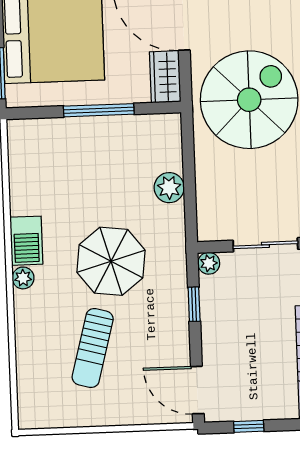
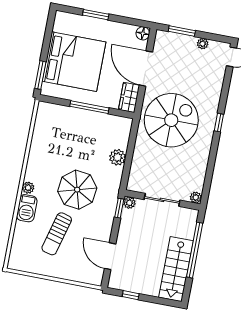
barbecue: (26, 241) -> (27, 208), moved
window: (194, 304) -> (119, 208), moved
door: (197, 390) -> (110, 256), moved

